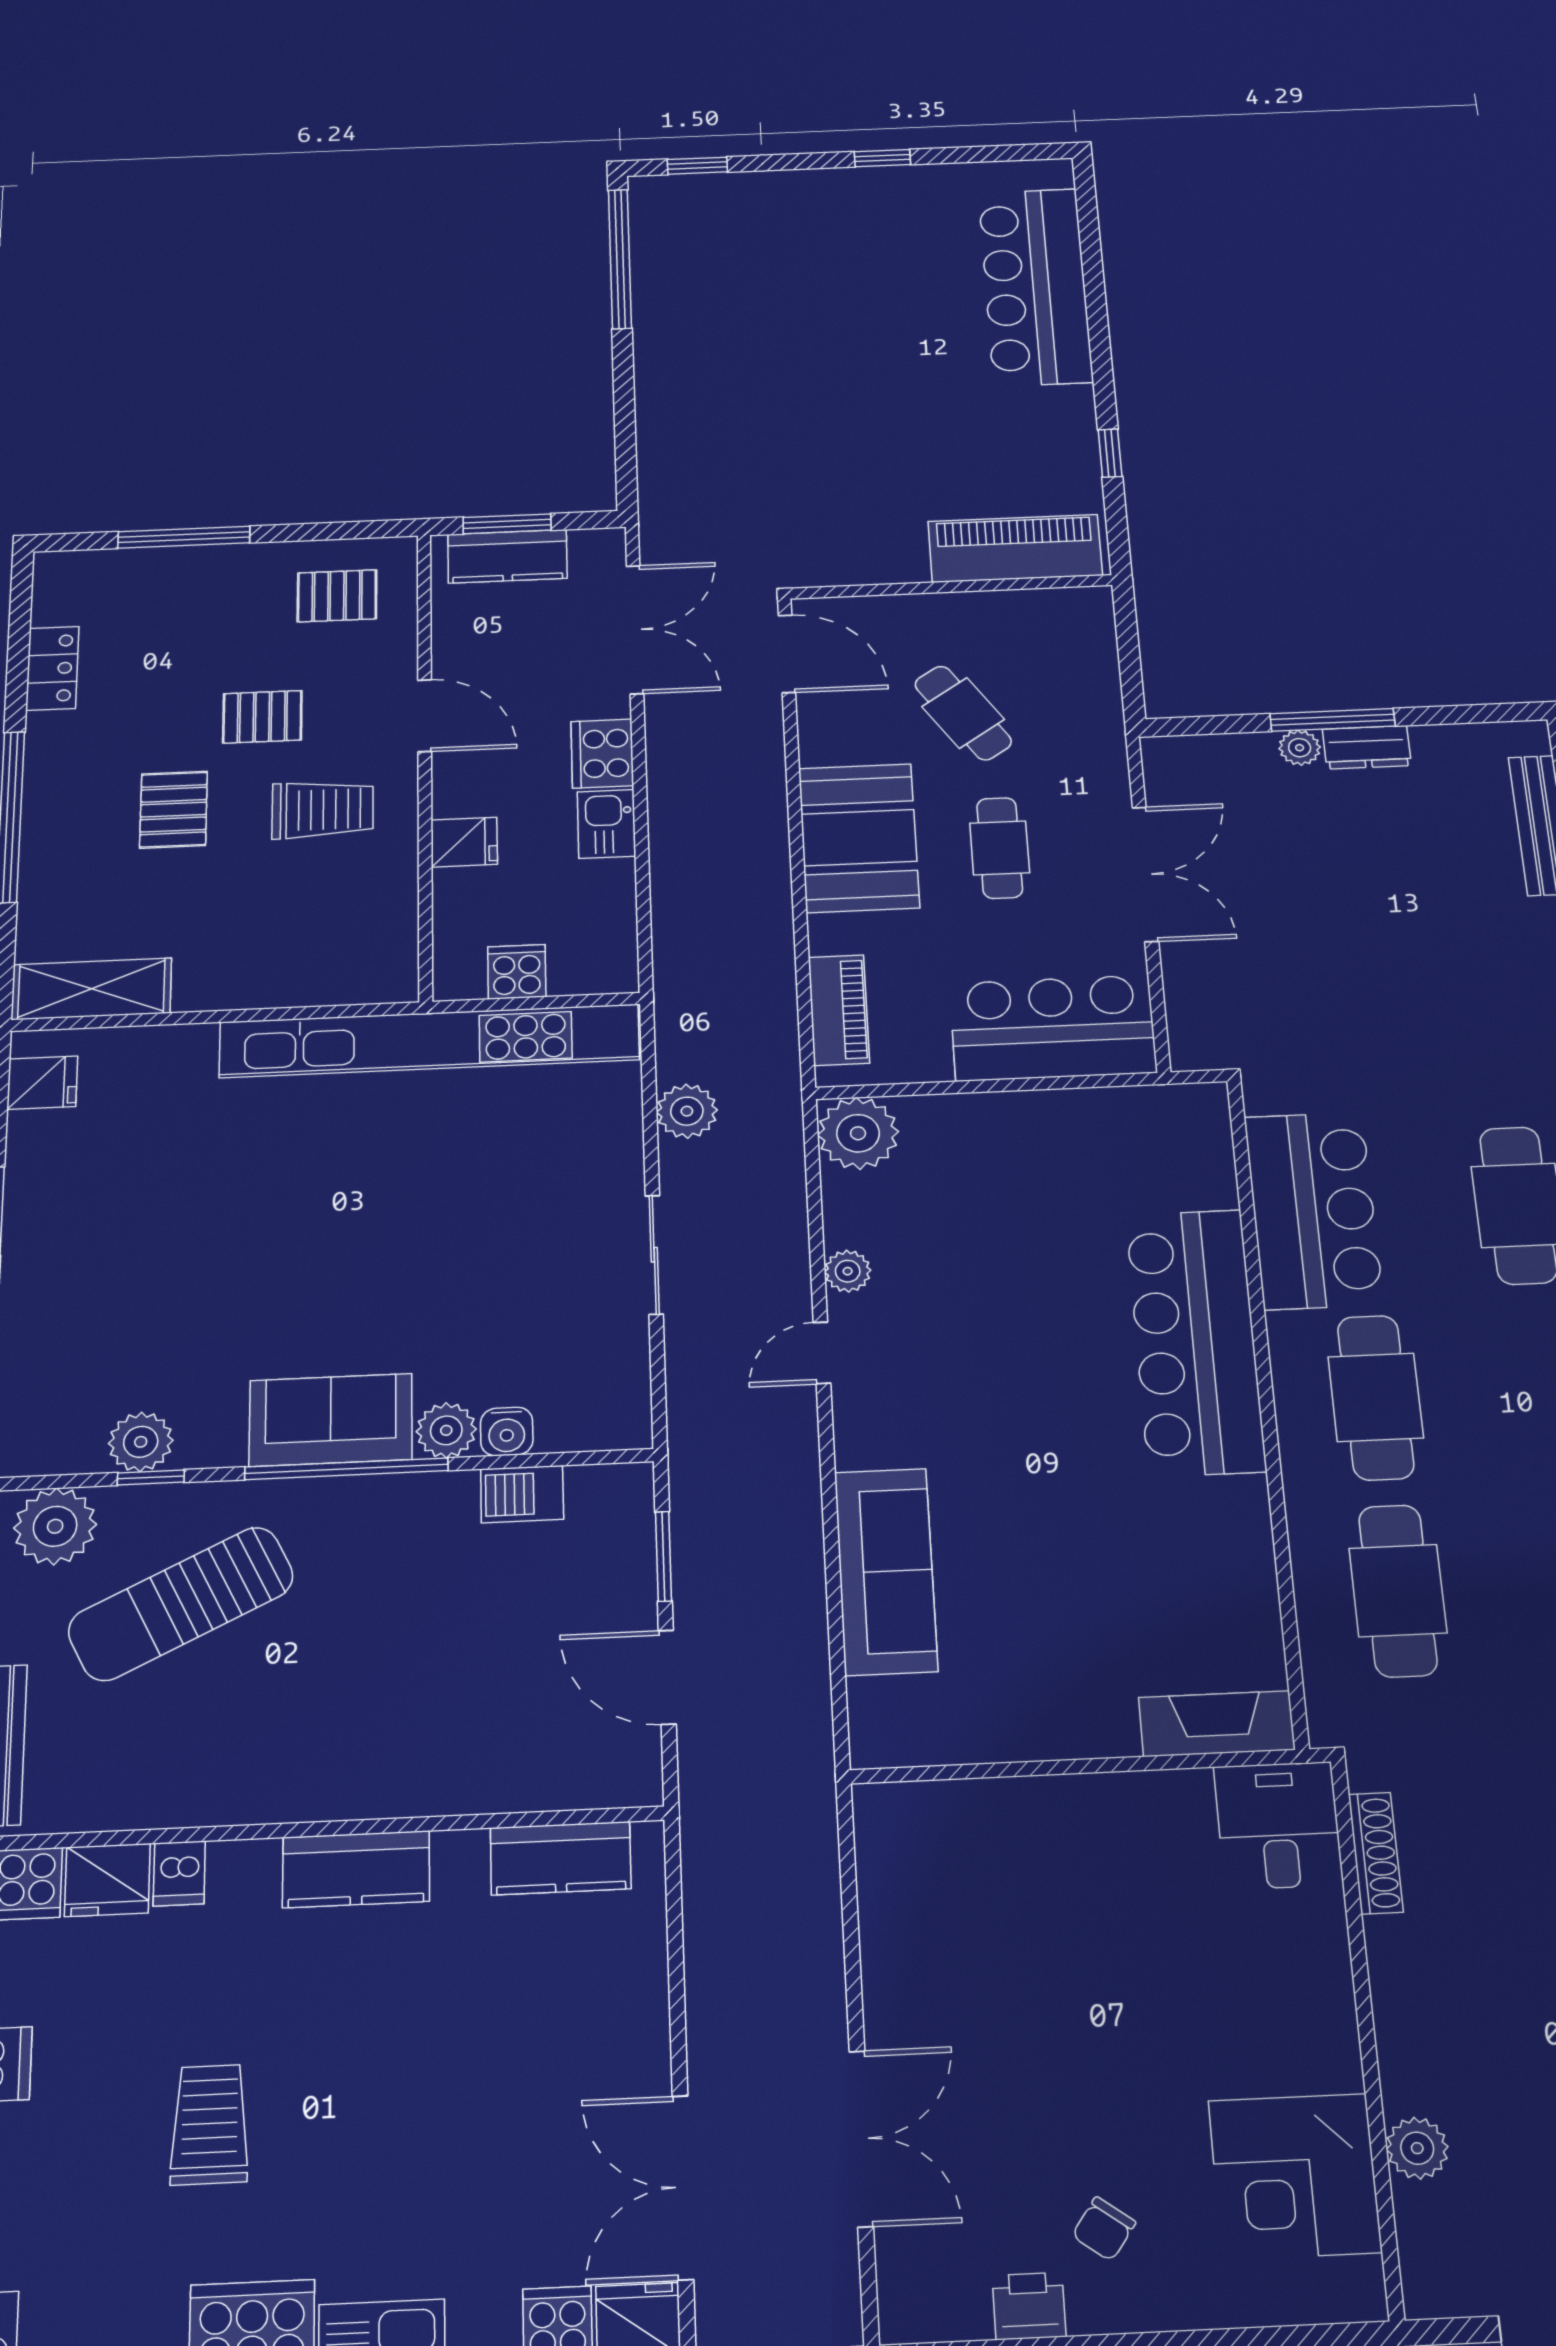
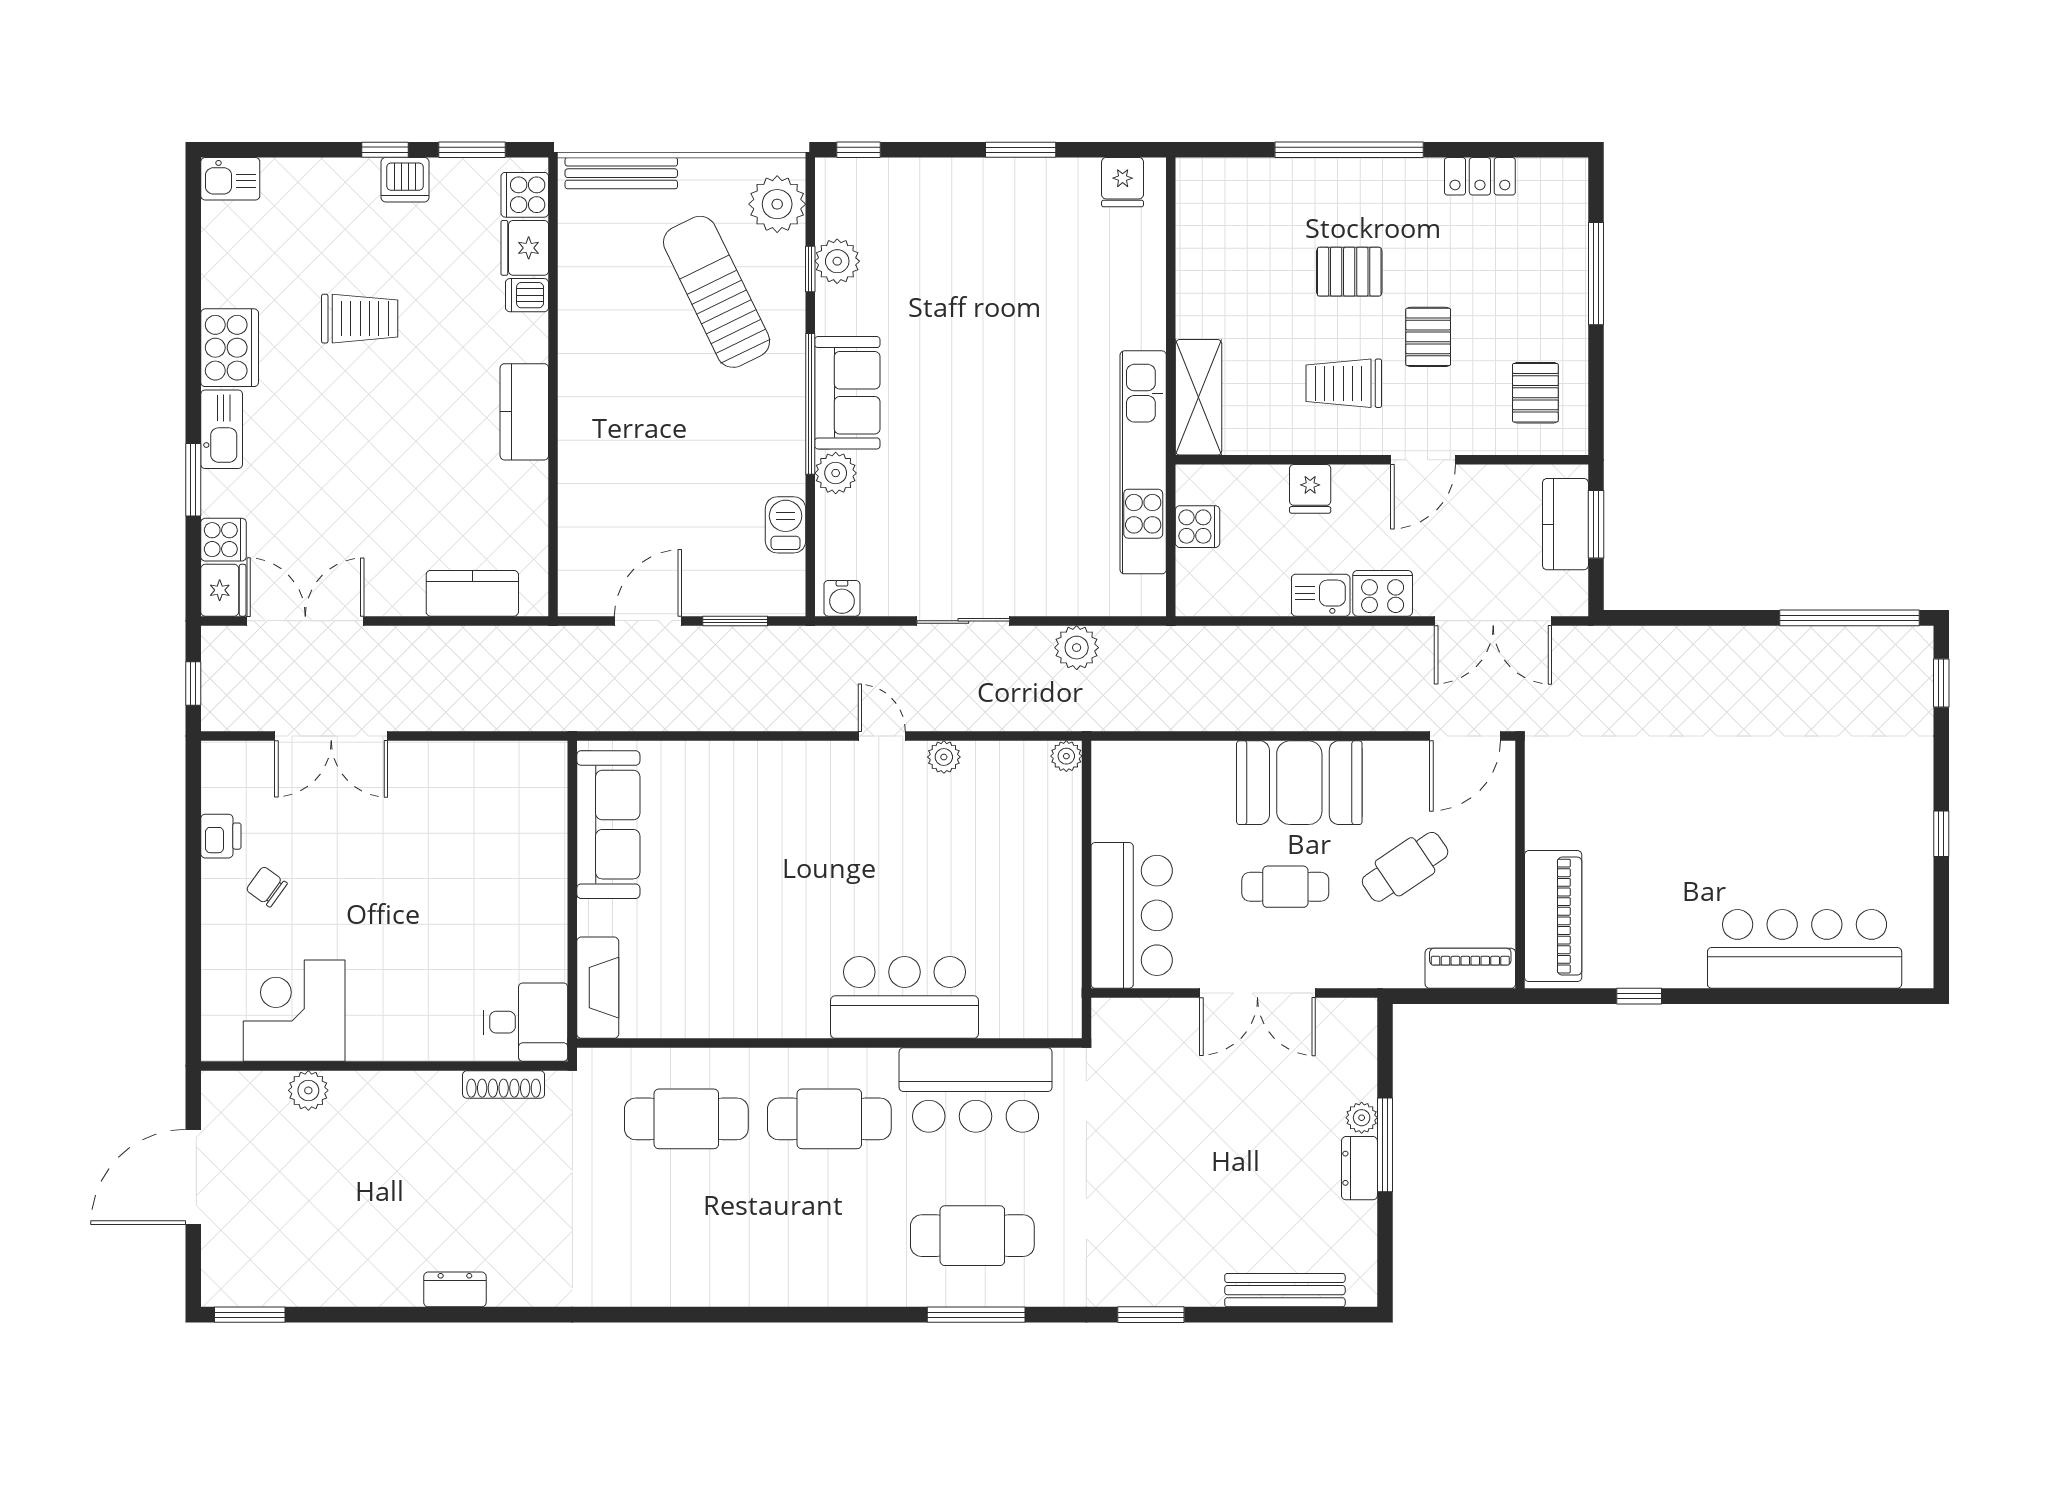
trolley: (323, 810) -> (1344, 383), turned 90
shelving: (91, 989) -> (1199, 397), moved
piano: (839, 1010) -> (1470, 968), moved, turned 180
kitchen unit: (429, 1041) -> (1143, 462), width x0.73
plant: (858, 1133) -> (1066, 756), width x0.53, depth x0.53
bar counter: (1195, 1342) -> (905, 997), width x0.73
water cooler: (507, 1431) -> (842, 598), moved, turned -90
sofa: (886, 1571) -> (608, 825), moved, turned -90
kitchen counter: (561, 1858) -> (472, 593), moved, turned 90

